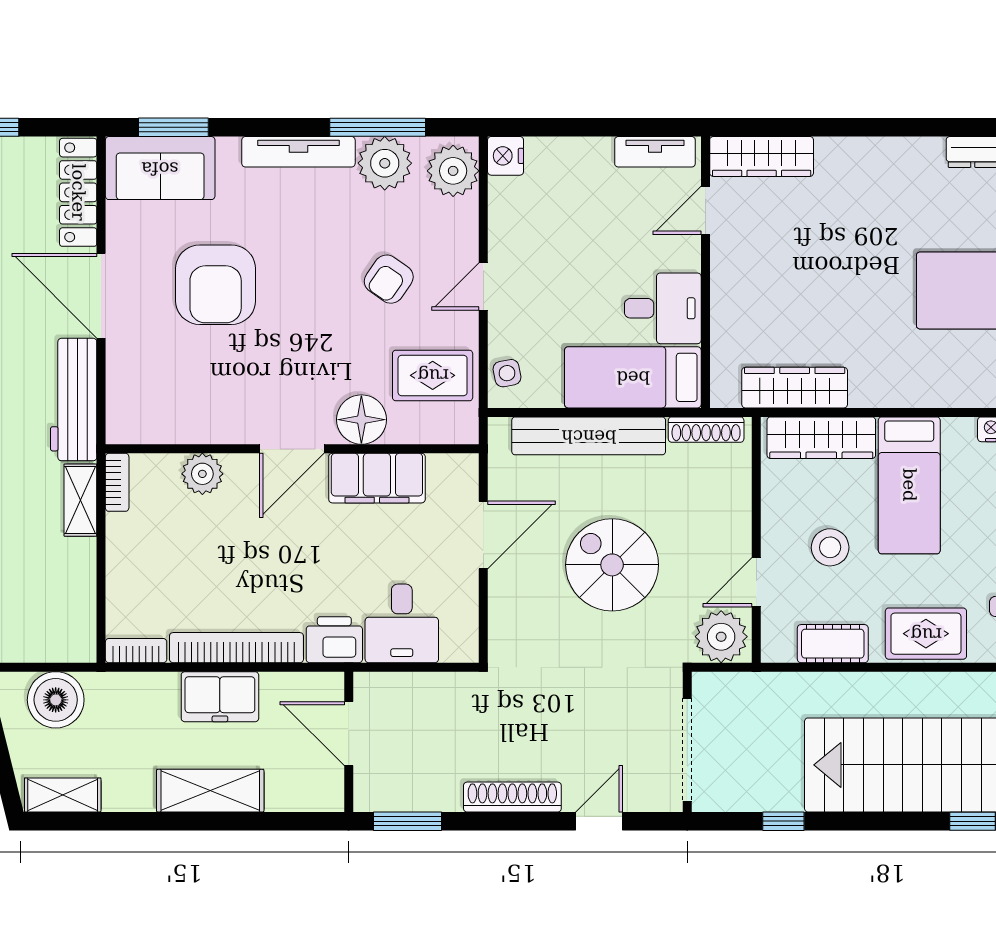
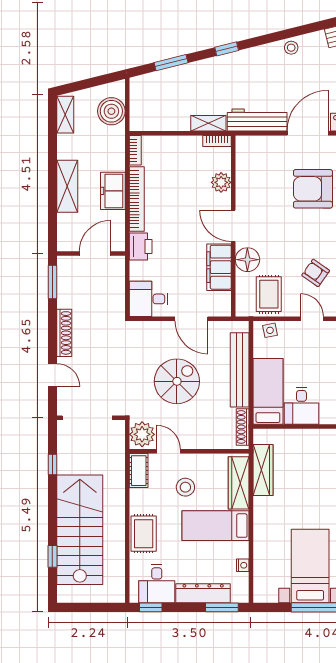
desk: (402, 623) -> (149, 299), moved
cot: (833, 644) -> (139, 471), moved

